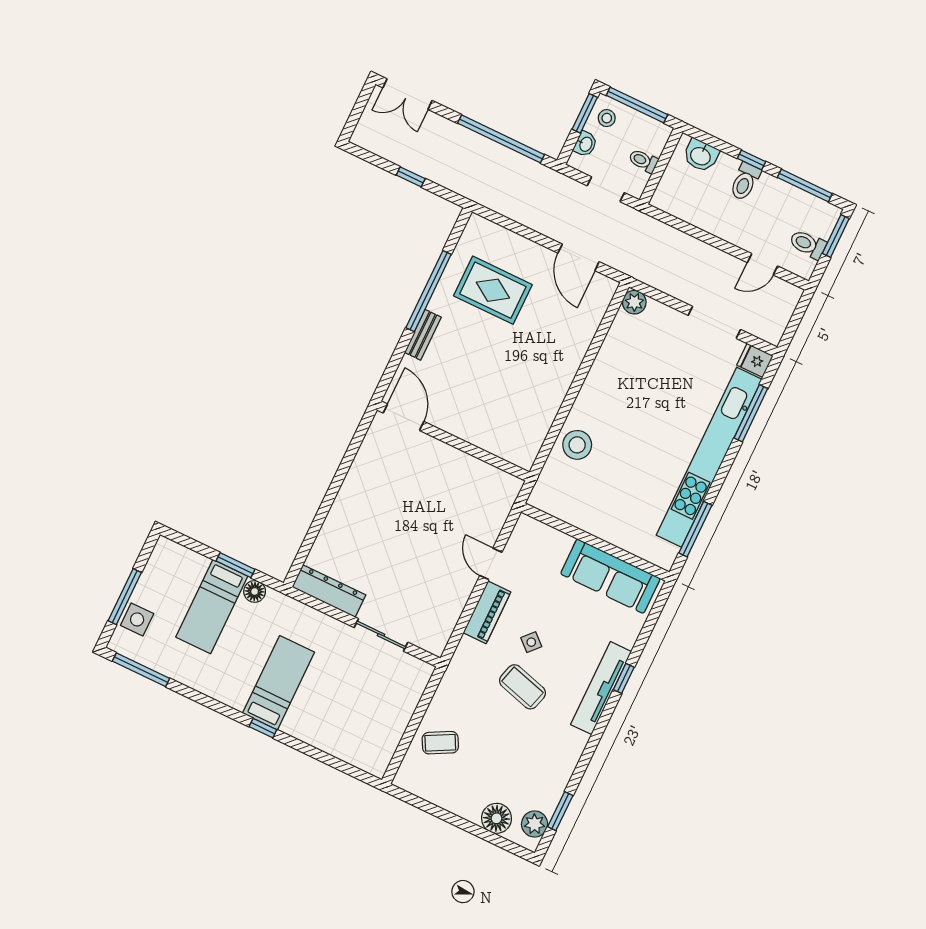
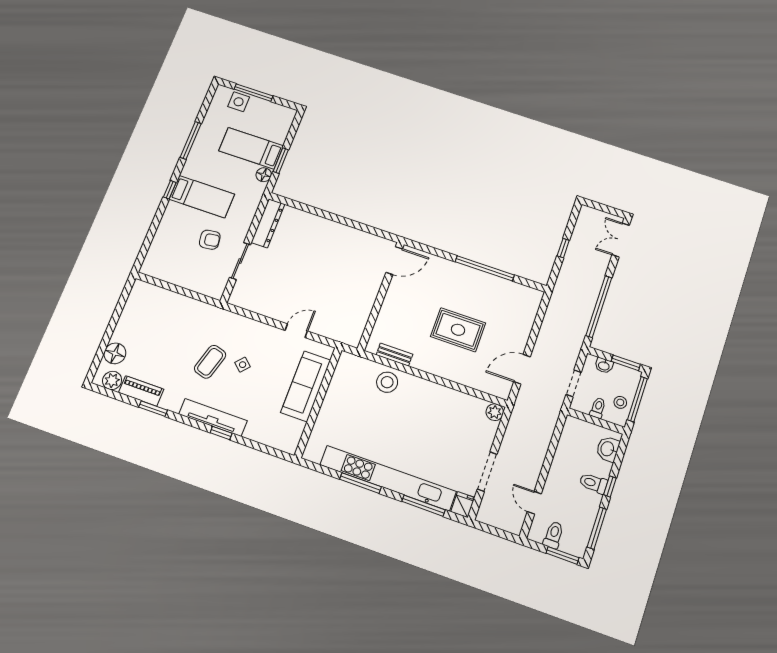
stool: (607, 118) -> (620, 402), moved
rug: (493, 290) -> (458, 330), moved, turned 90
bench: (423, 335) -> (394, 355), moved
window: (695, 529) -> (360, 483), moved
sofa: (610, 576) -> (306, 386), moved
piano: (487, 612) -> (141, 391), moved, turned 180
window: (141, 670) -> (191, 140), moved
armchair: (345, 676) -> (210, 240), added
coffee table: (440, 743) -> (167, 309), removed
window: (560, 811) -> (153, 409), moved

